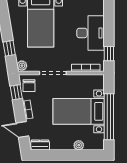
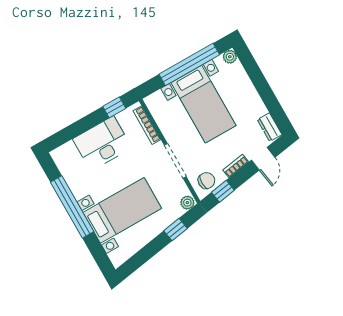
plant: (79, 145) -> (230, 57), moved

